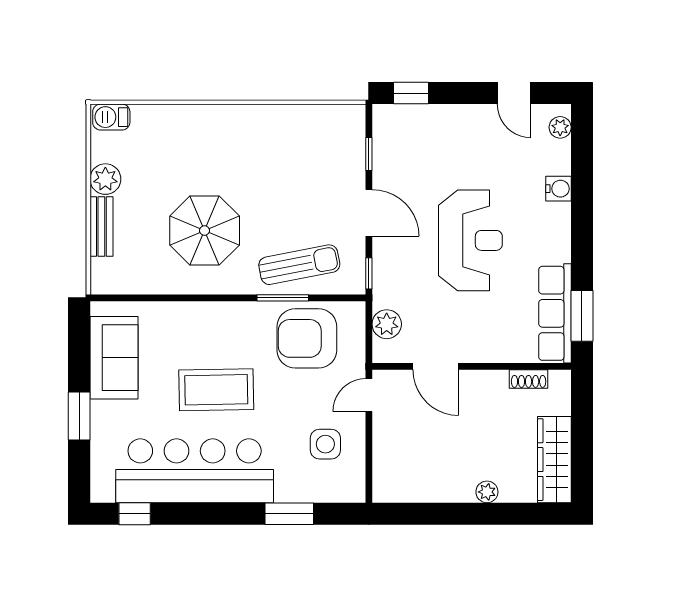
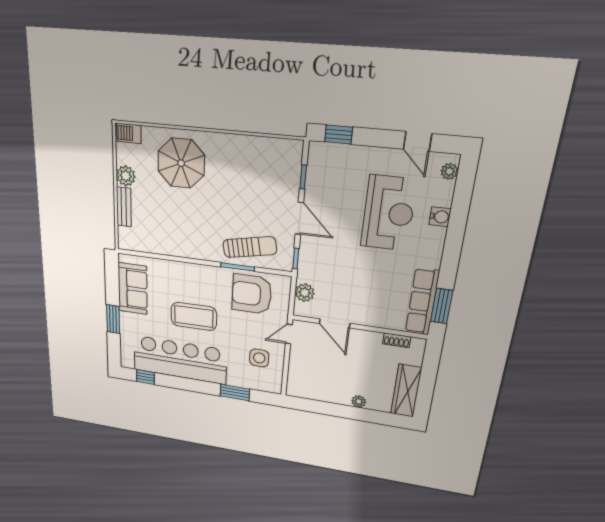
parasol: (205, 231) -> (181, 163), moved
reception desk: (470, 240) -> (388, 213), moved

